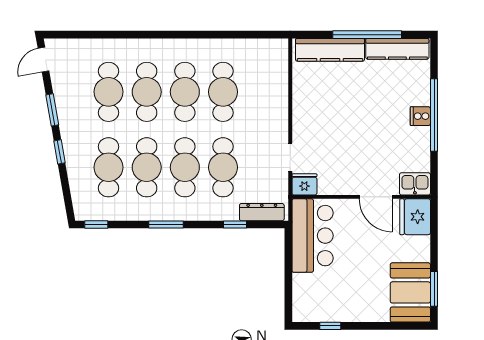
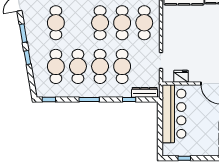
cafe table: (147, 92) -> (144, 23), moved
fridge: (304, 184) -> (181, 76), moved
bar counter: (313, 236) -> (174, 114), width x1.36

